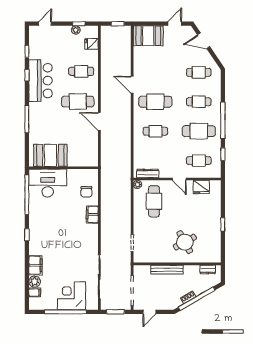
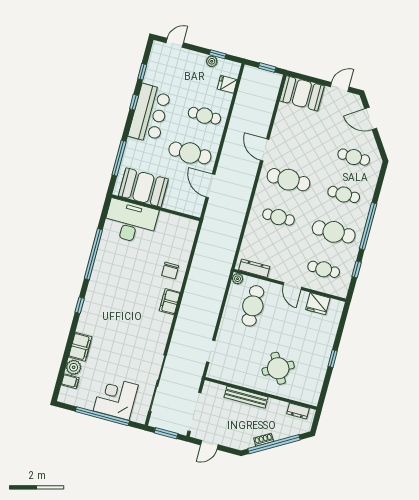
booth: (50, 155) -> (143, 187), moved
wall: (63, 168) -> (156, 208), moved
desk: (48, 183) -> (131, 222), moved

